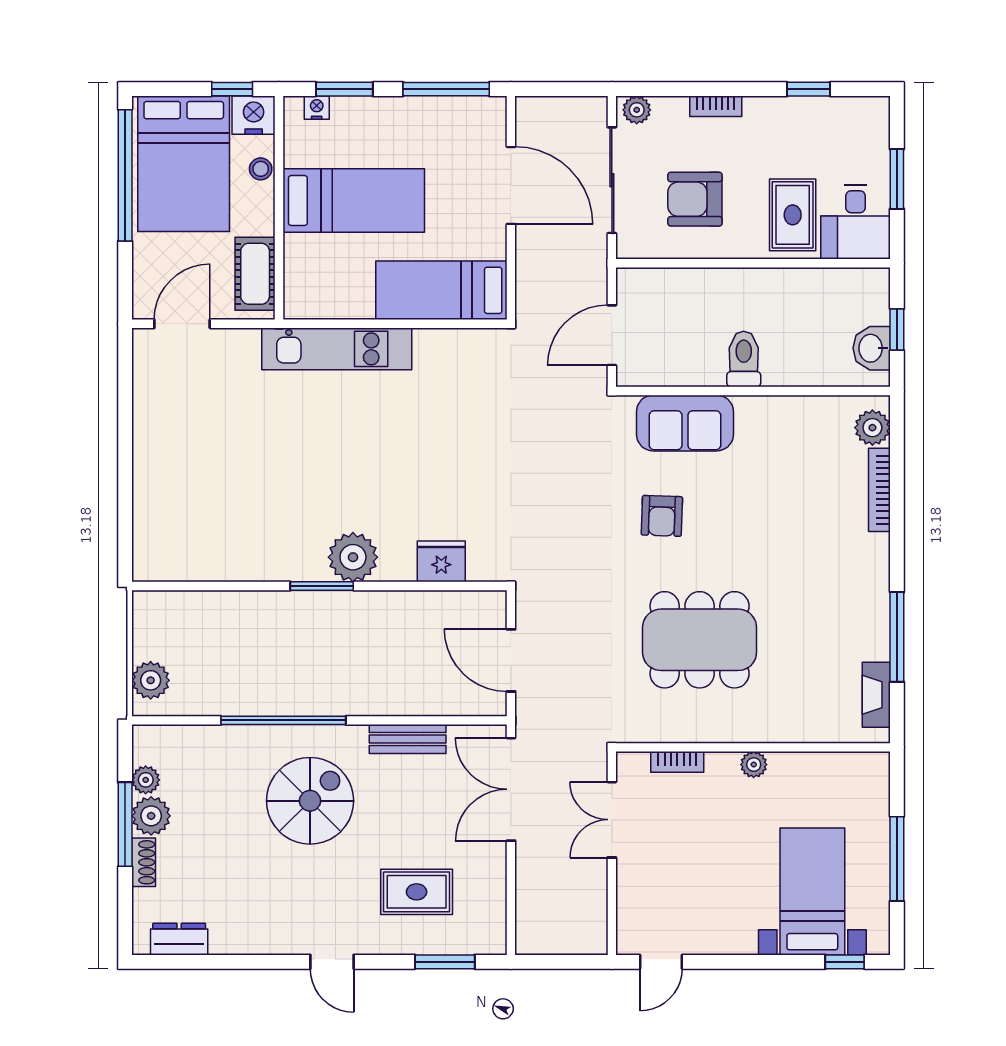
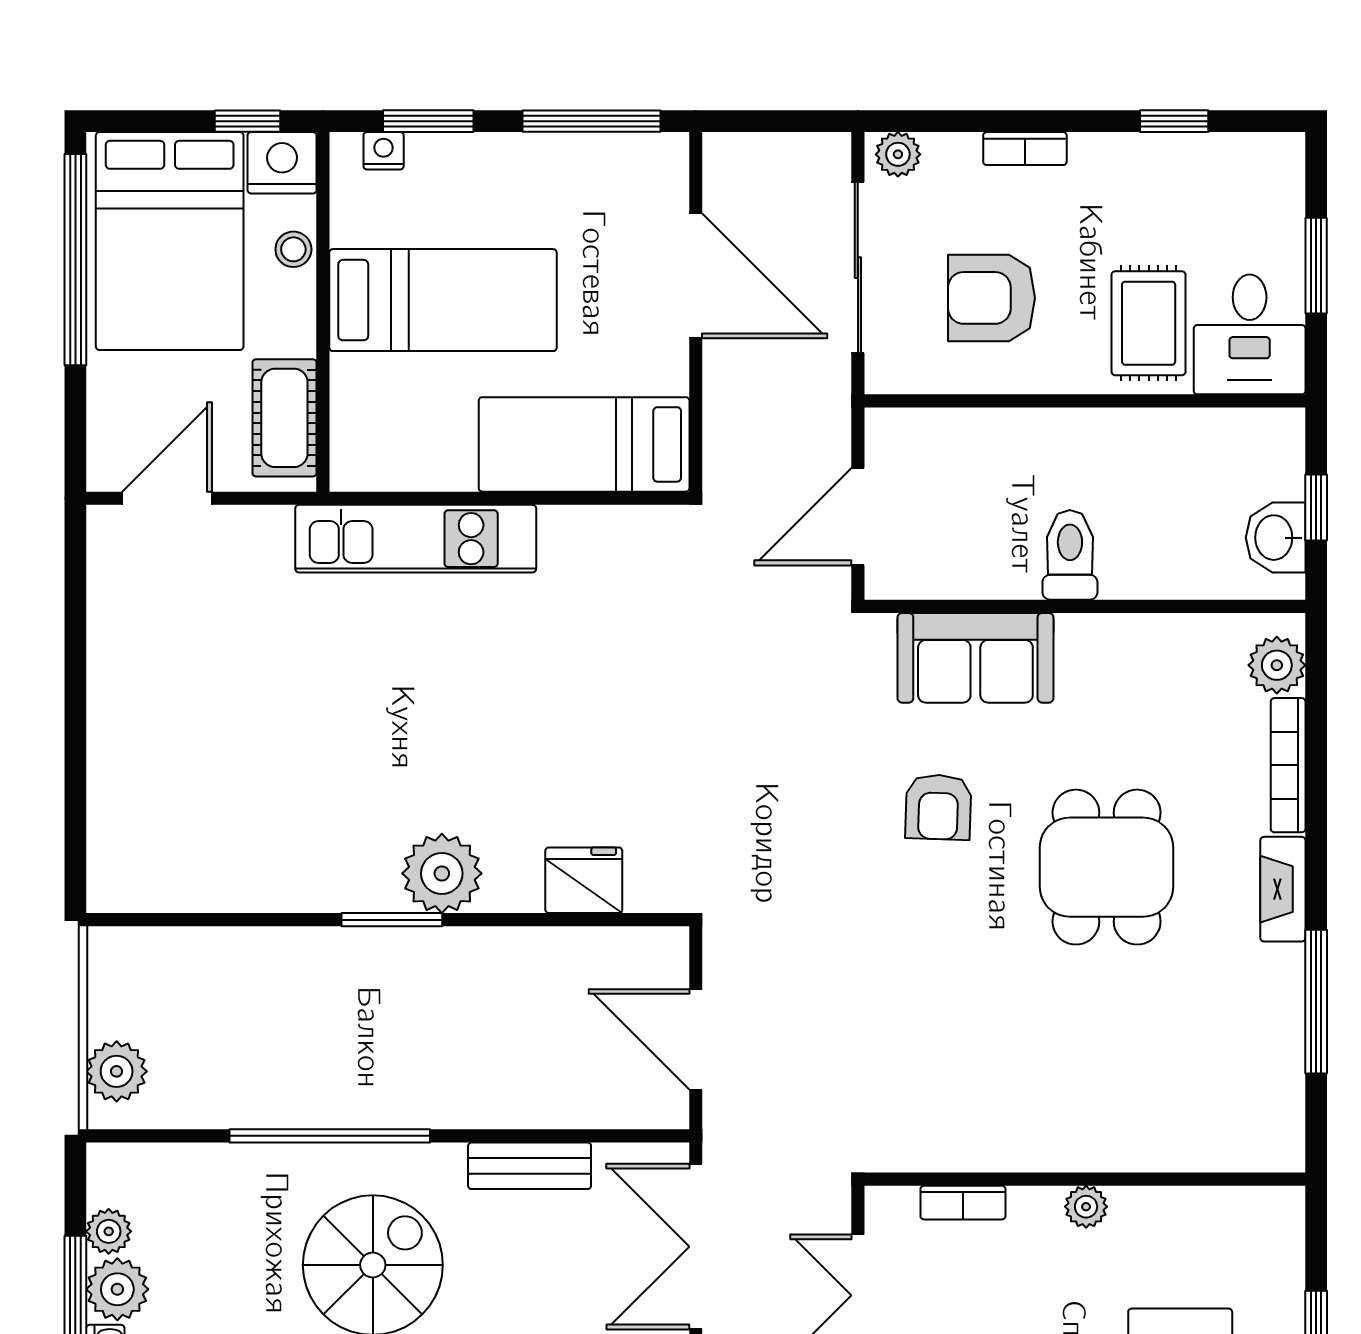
dining table: (700, 640) -> (1107, 867), moved, width x0.73
fireplace: (876, 695) -> (1283, 889), moved

